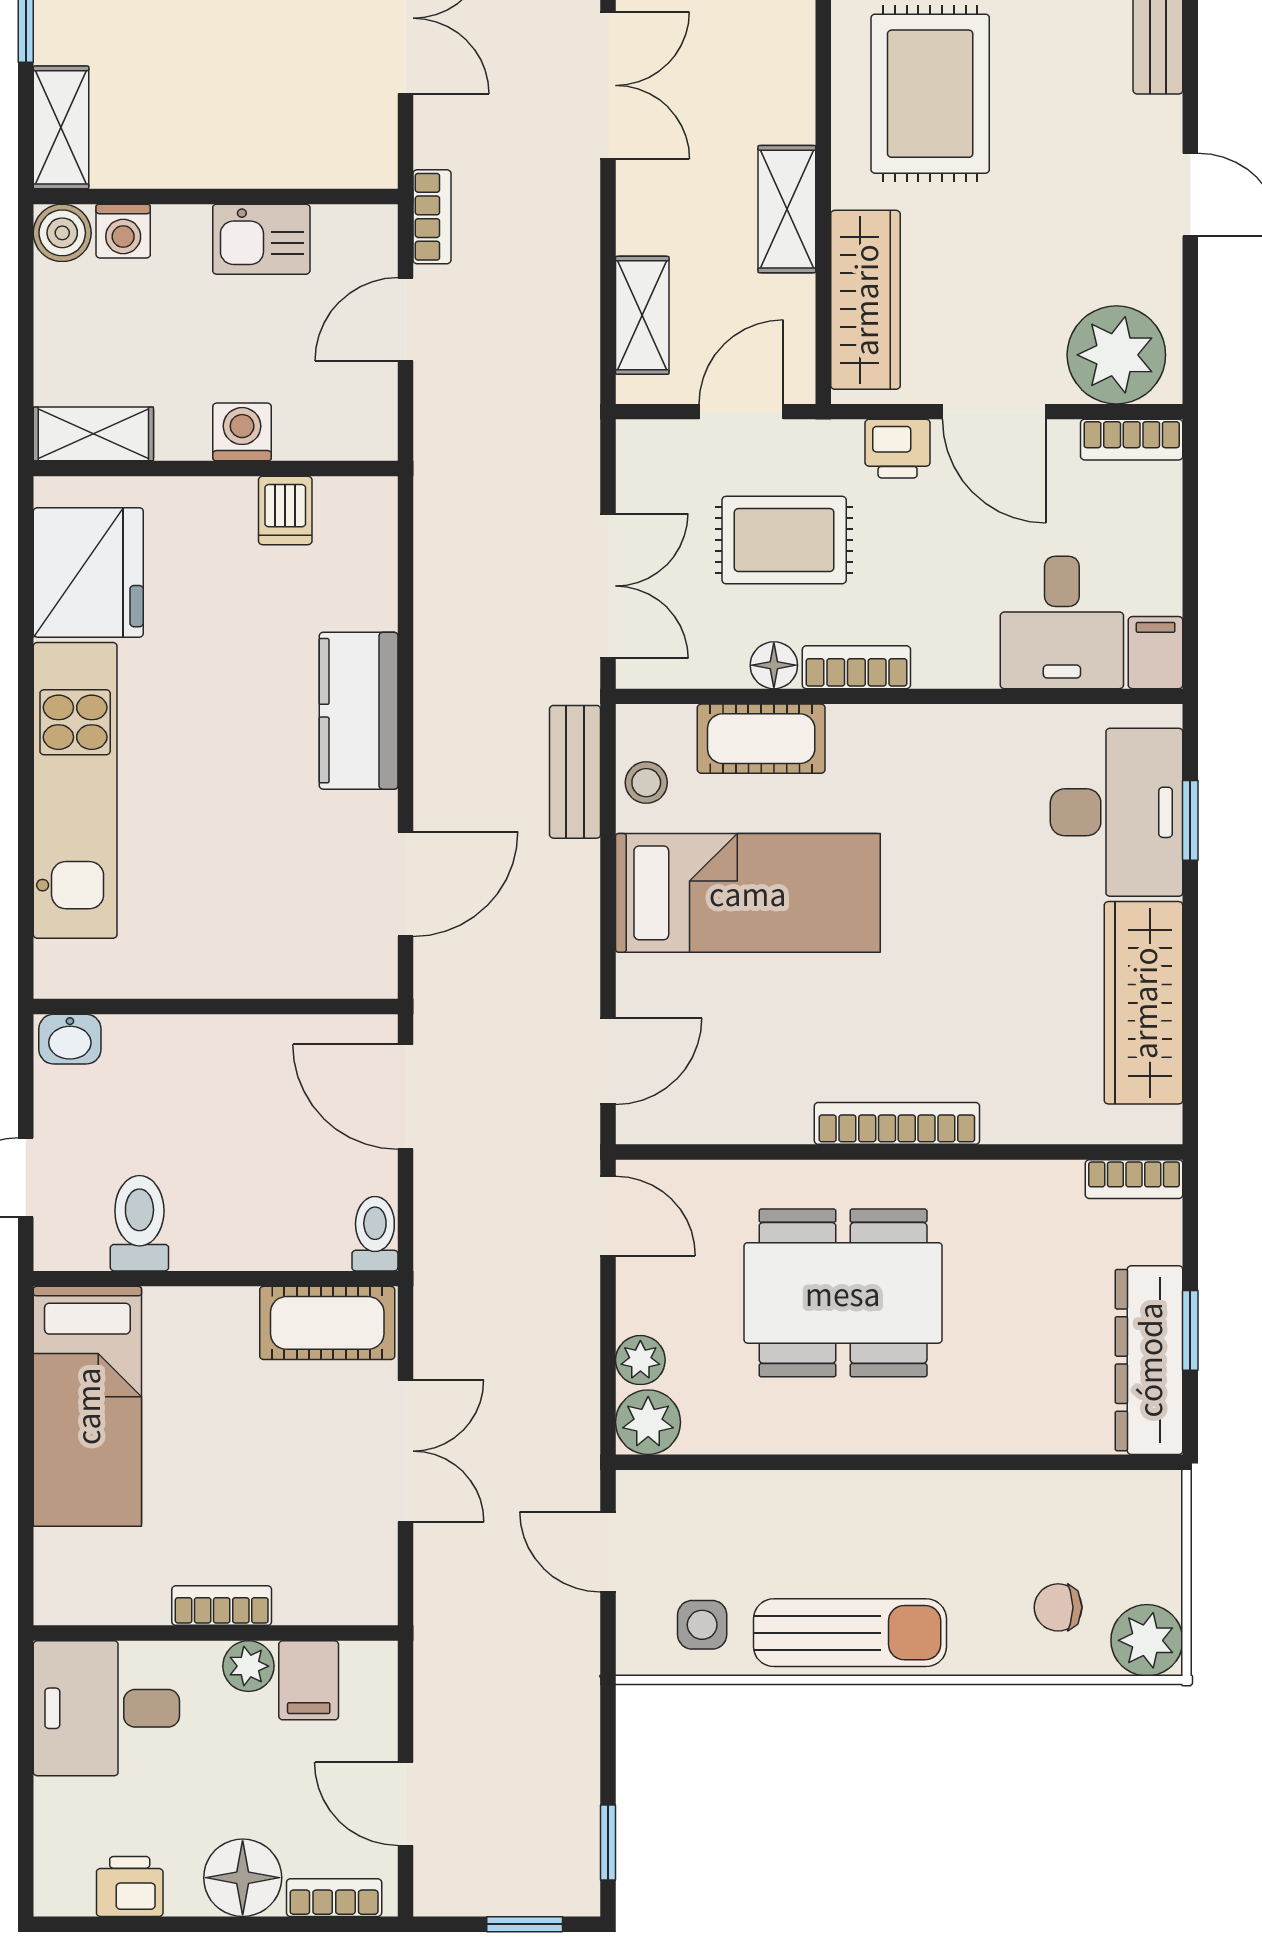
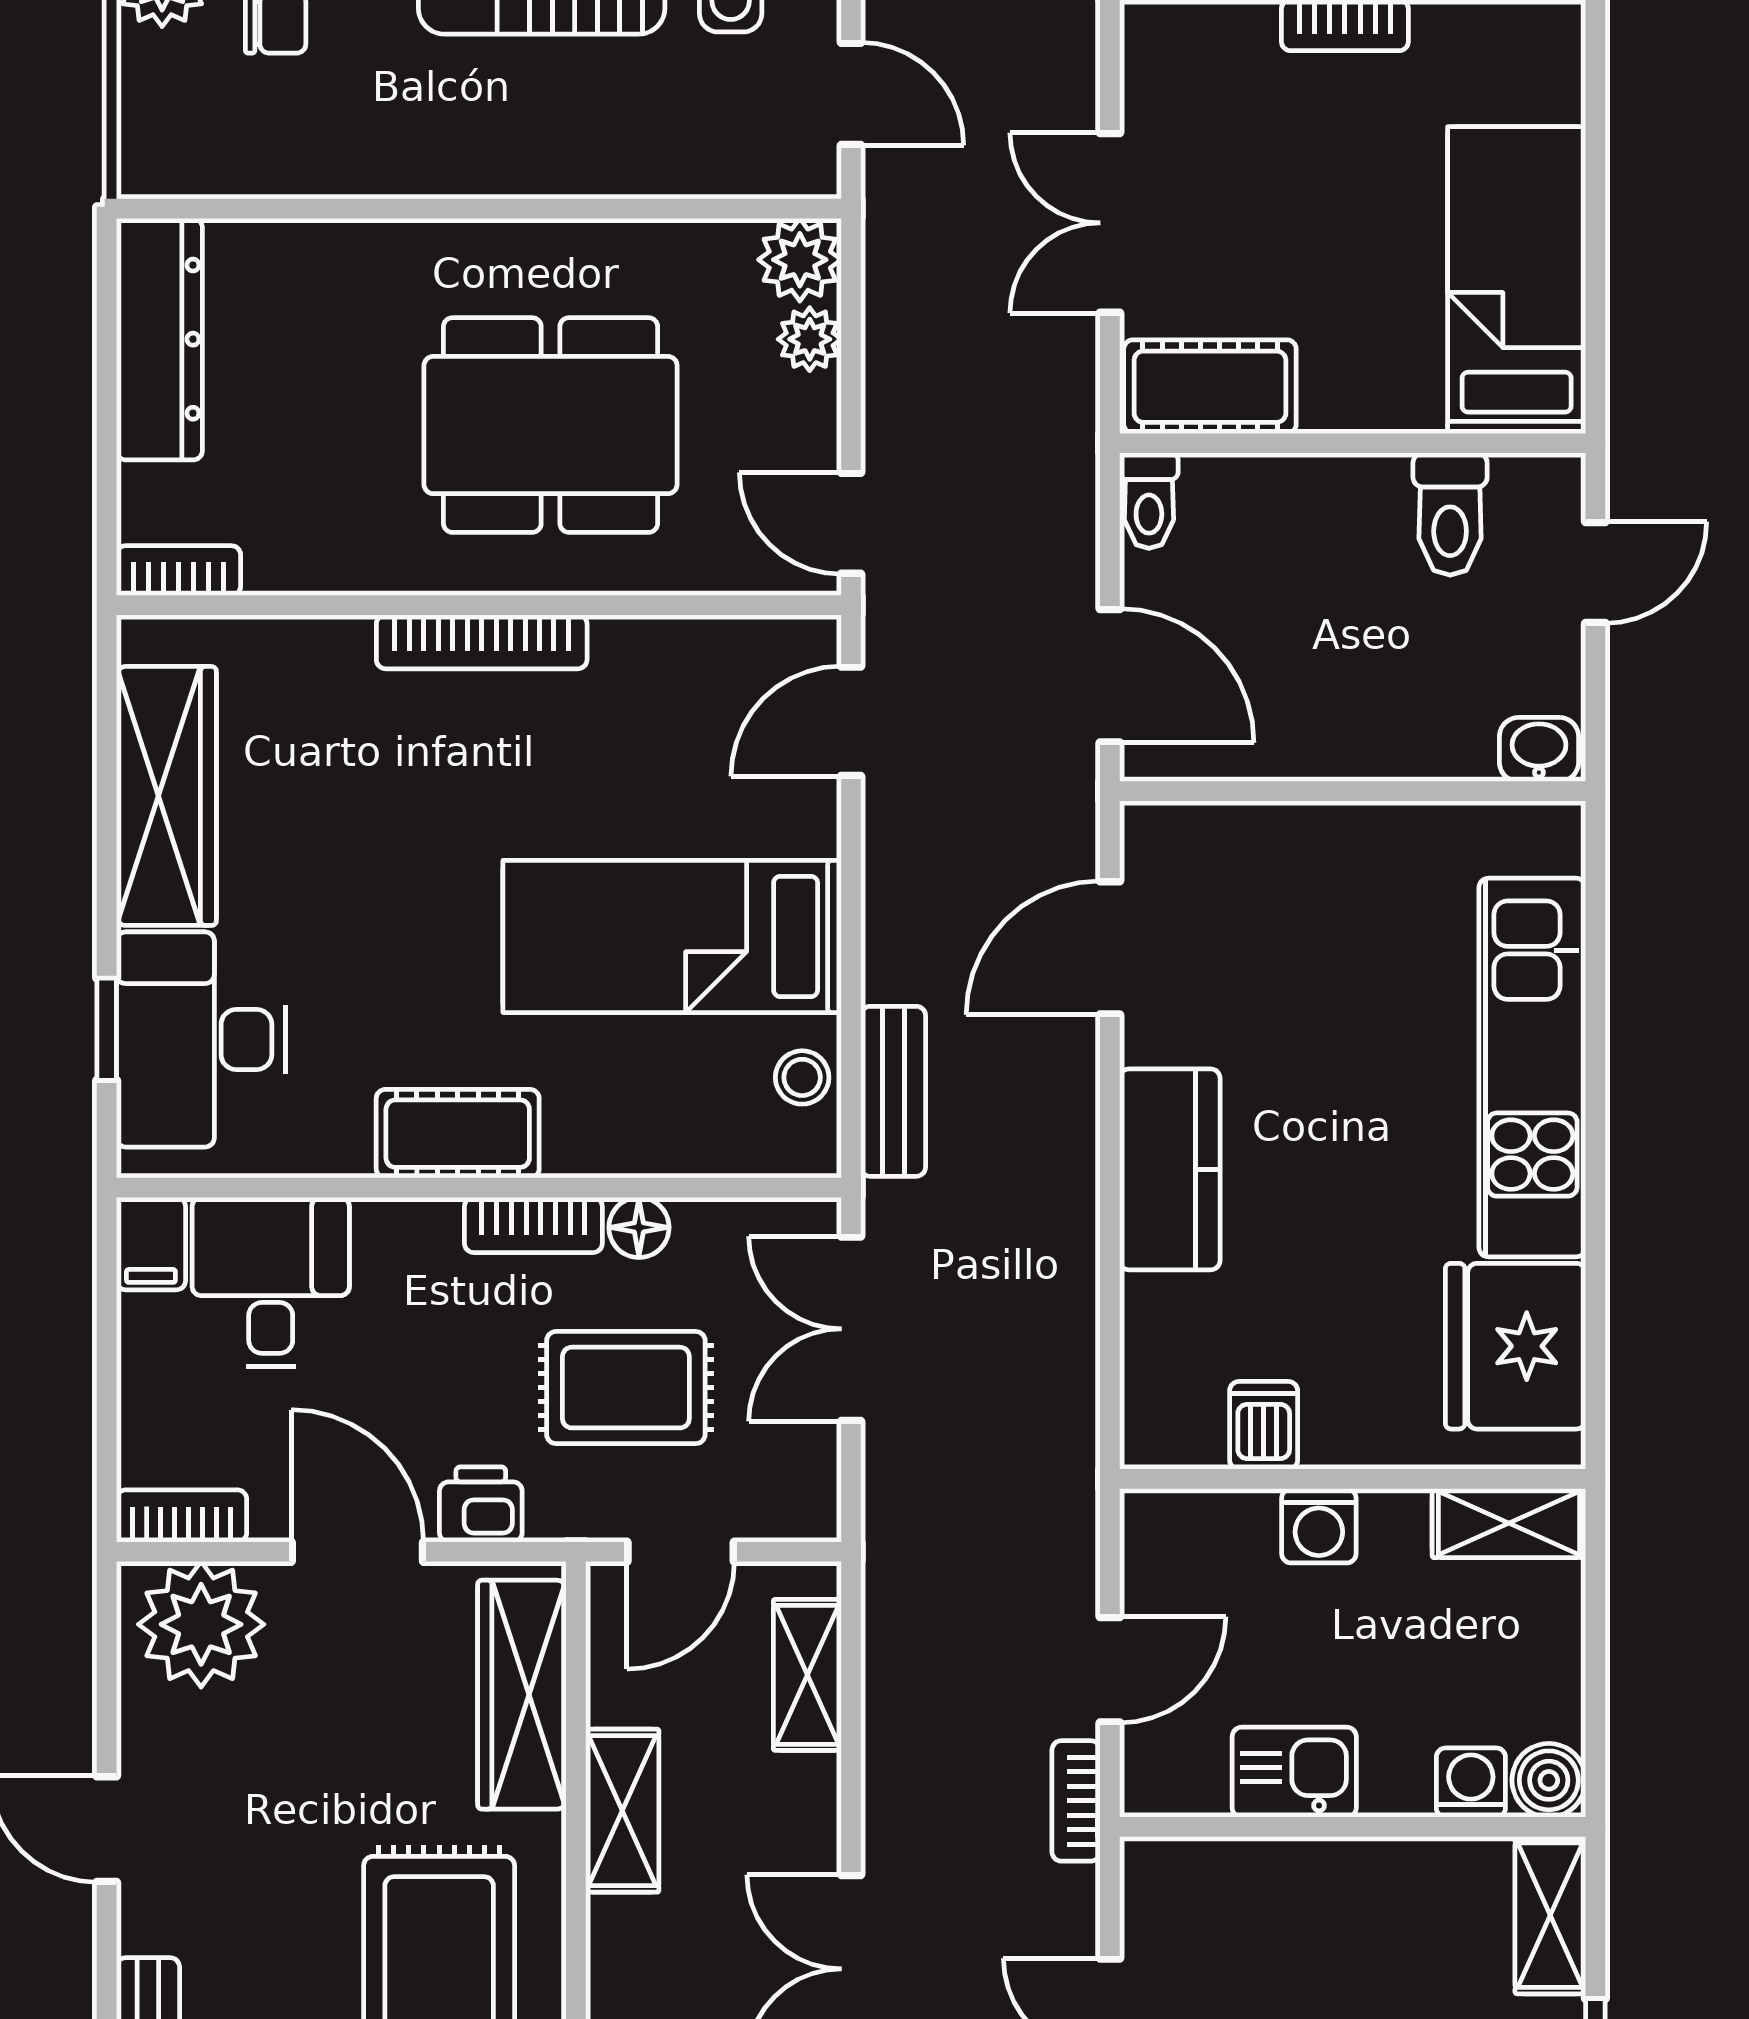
cot: (761, 739) -> (458, 1134), moved
window: (1190, 1330) -> (107, 377), removed

